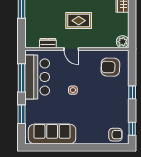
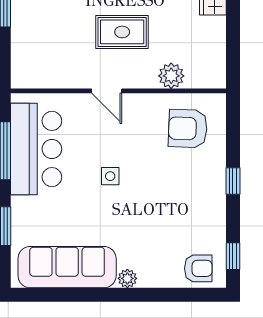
plant: (123, 42) -> (171, 76), moved
dresser: (48, 43) -> (58, 79), removed
plant: (81, 140) -> (127, 278), added

